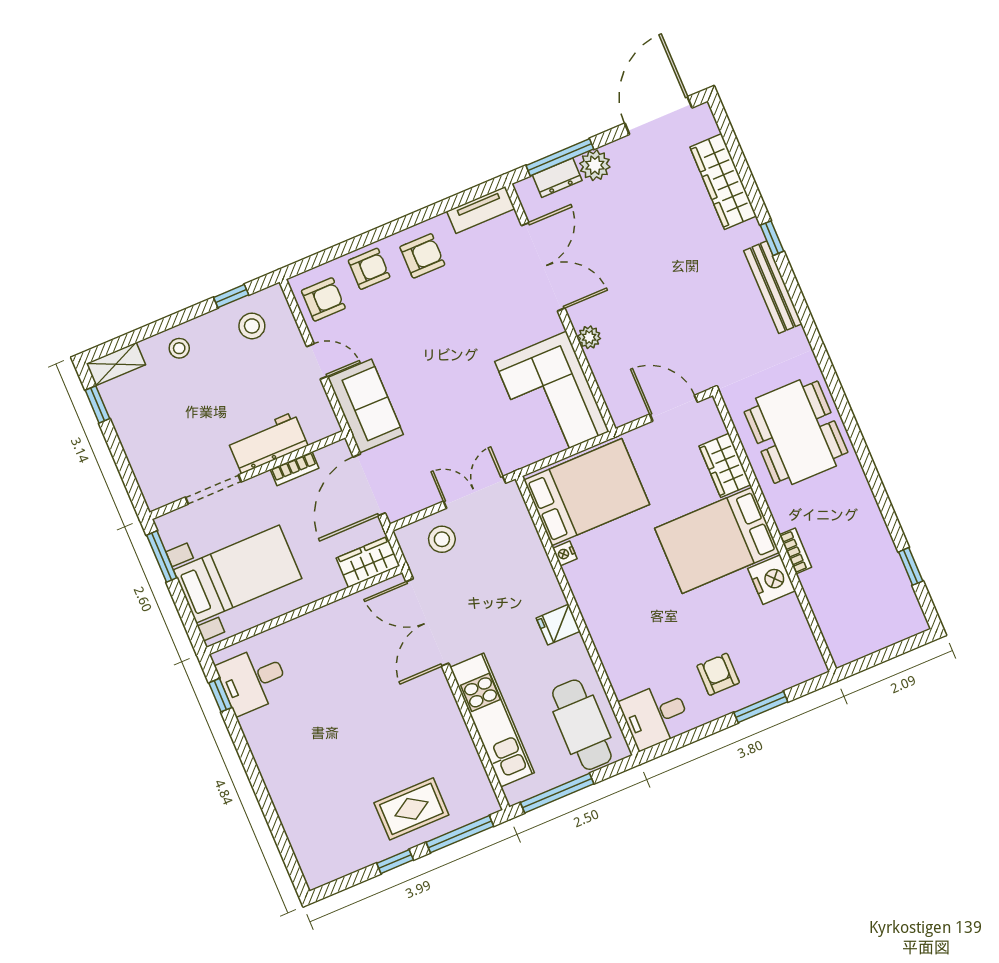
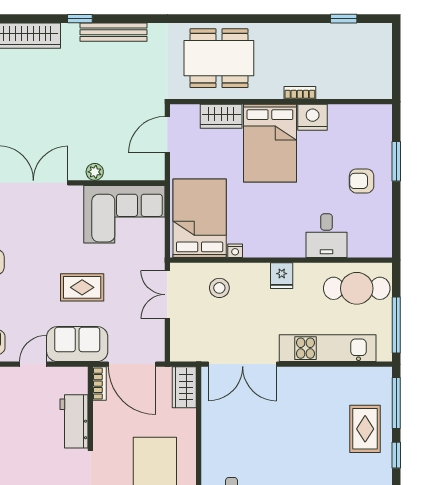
rug: (439, 382) -> (82, 287), added
bookcase: (295, 469) -> (99, 384), moved
stool: (442, 539) -> (219, 288), moved
desk: (655, 716) -> (327, 236), moved

